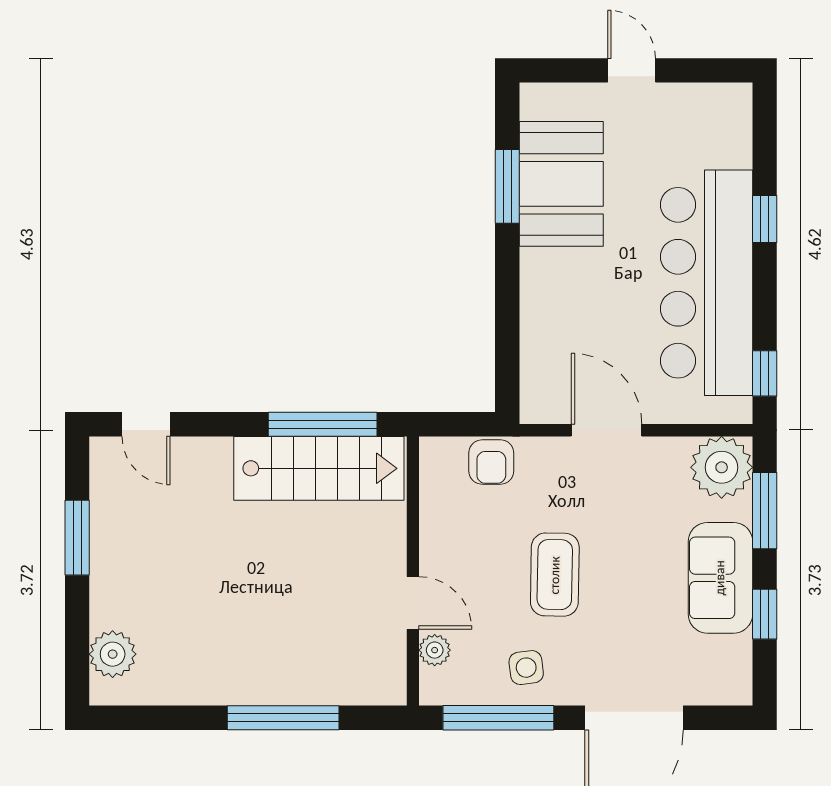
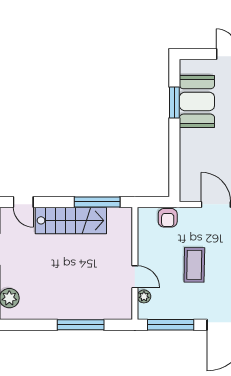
stairs: (319, 468) -> (71, 220), moved
side table: (526, 668) -> (182, 304), removed

